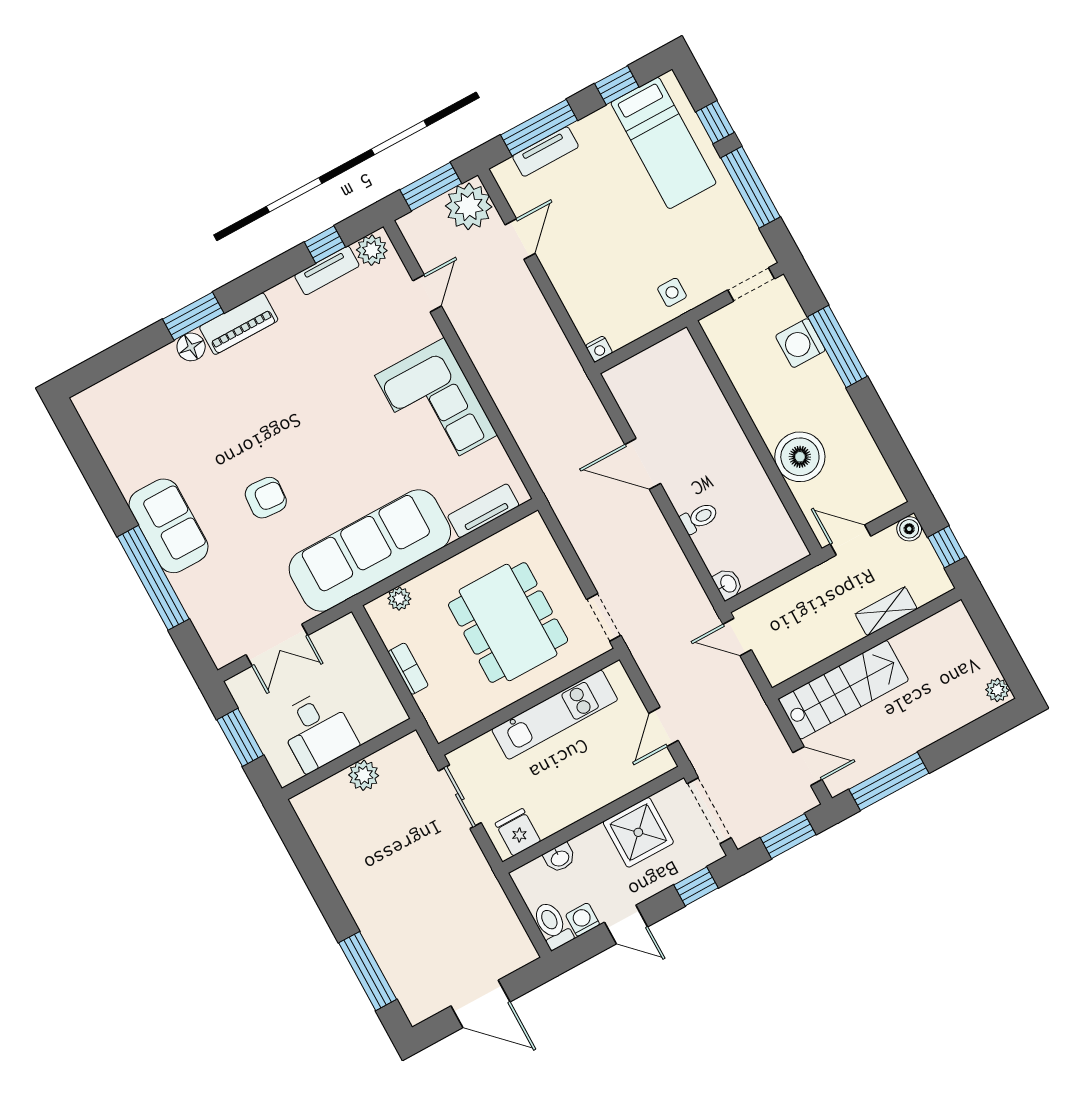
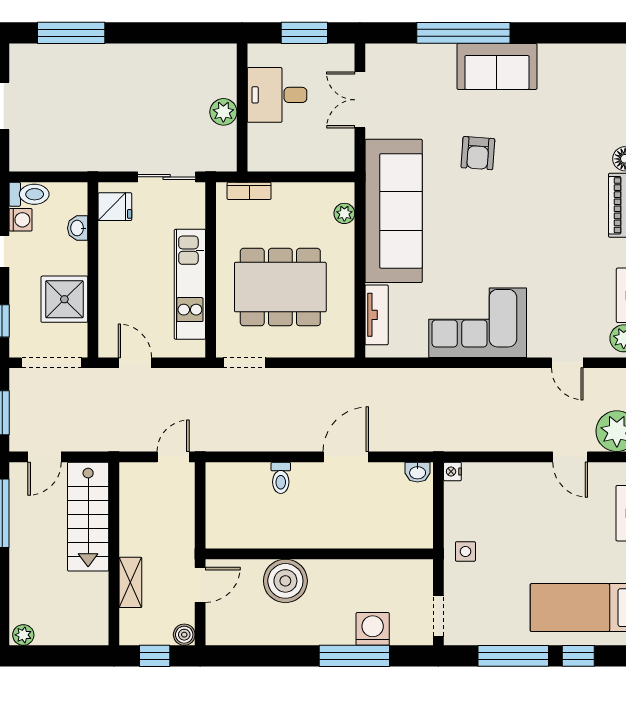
washbasin: (728, 584) -> (418, 472), moved
bookcase: (408, 669) -> (249, 191), moved

